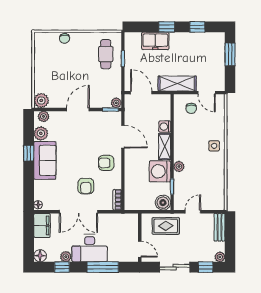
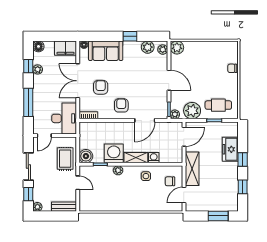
plant: (112, 84) -> (192, 111), added
side table: (214, 146) -> (146, 176), moved
sofa: (45, 160) -> (106, 51), moved
armchair: (86, 186) -> (101, 87), turned 90
desk: (90, 248) -> (64, 118), moved, turned 180

